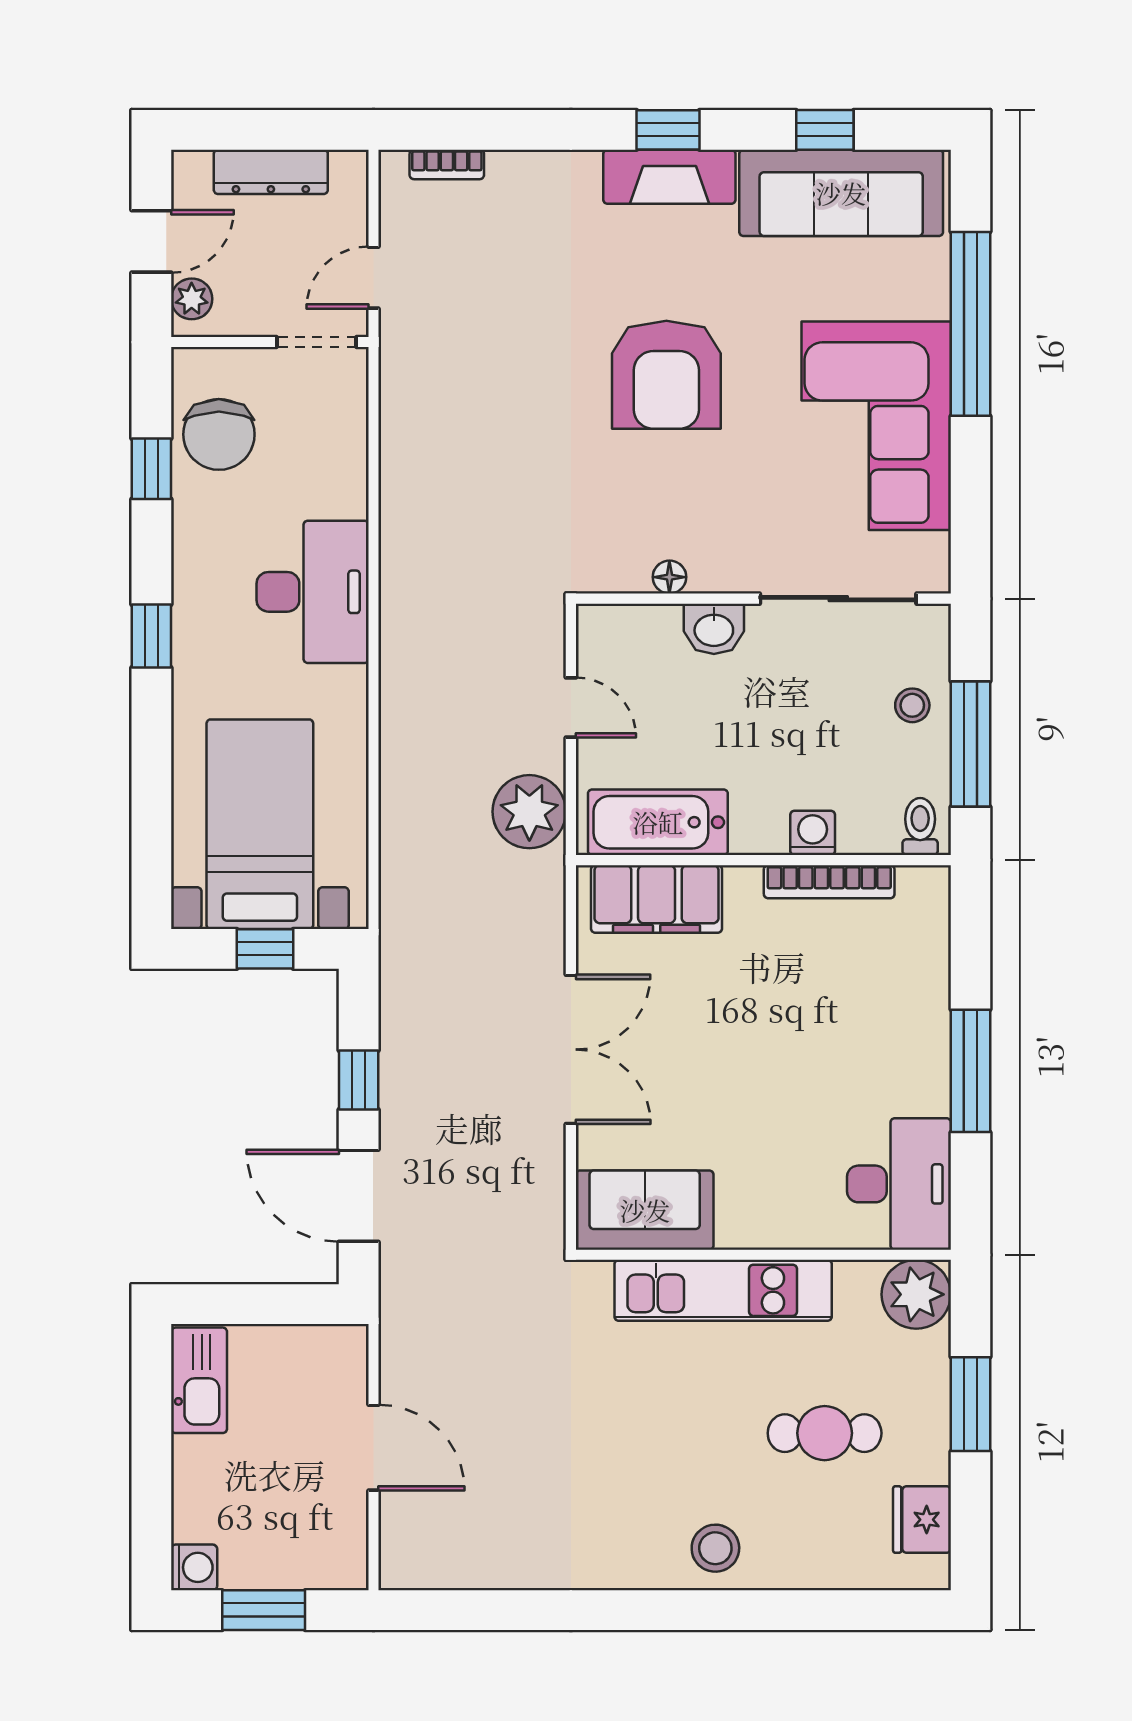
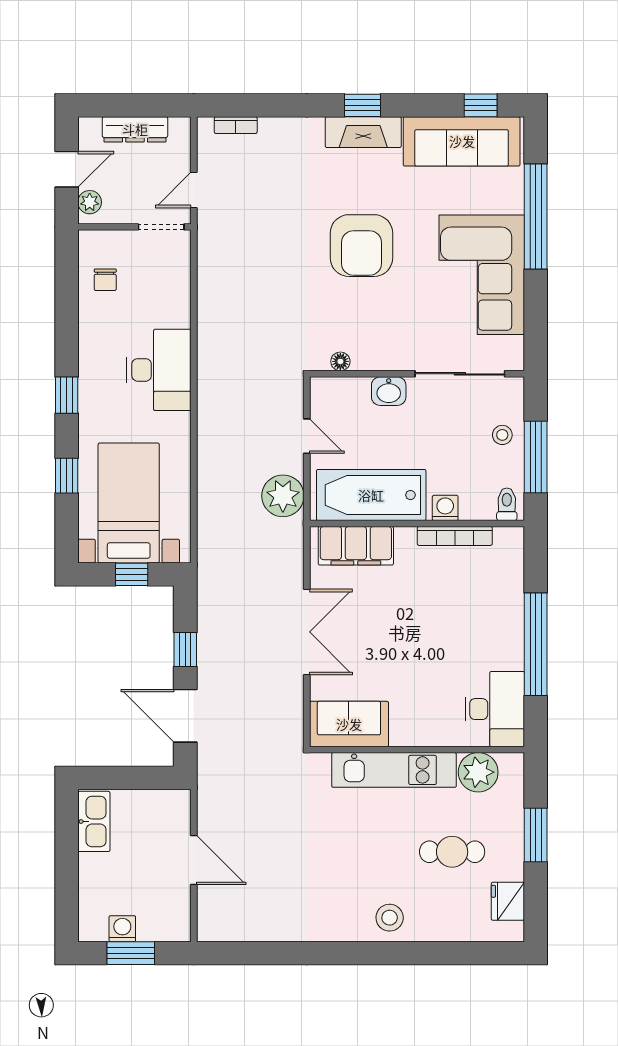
window: (825, 130) -> (481, 105), moved
chair: (219, 434) -> (105, 280), width x0.54, depth x0.54
window: (151, 469) -> (67, 476), moved
floor lamp: (669, 577) -> (340, 361), moved
bathtub: (658, 822) -> (371, 495), width x1.36, depth x1.36
window: (970, 1071) -> (536, 644), width x1.46
plant: (916, 1294) -> (478, 772), moved
washing machine: (194, 1567) -> (122, 929), moved, turned -90

